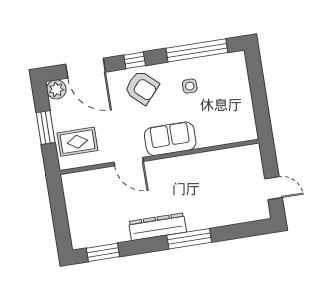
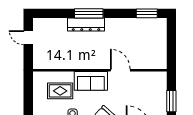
rug: (77, 142) -> (60, 91), moved
dresser: (158, 227) -> (86, 24), moved

